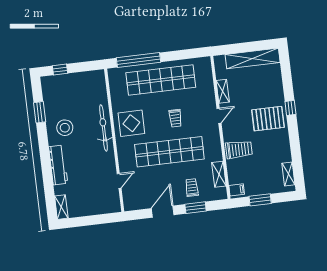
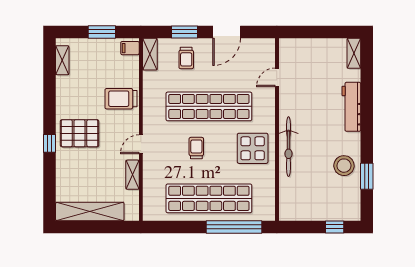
stool: (65, 128) -> (344, 166), moved
shelving: (219, 174) -> (150, 54), moved

